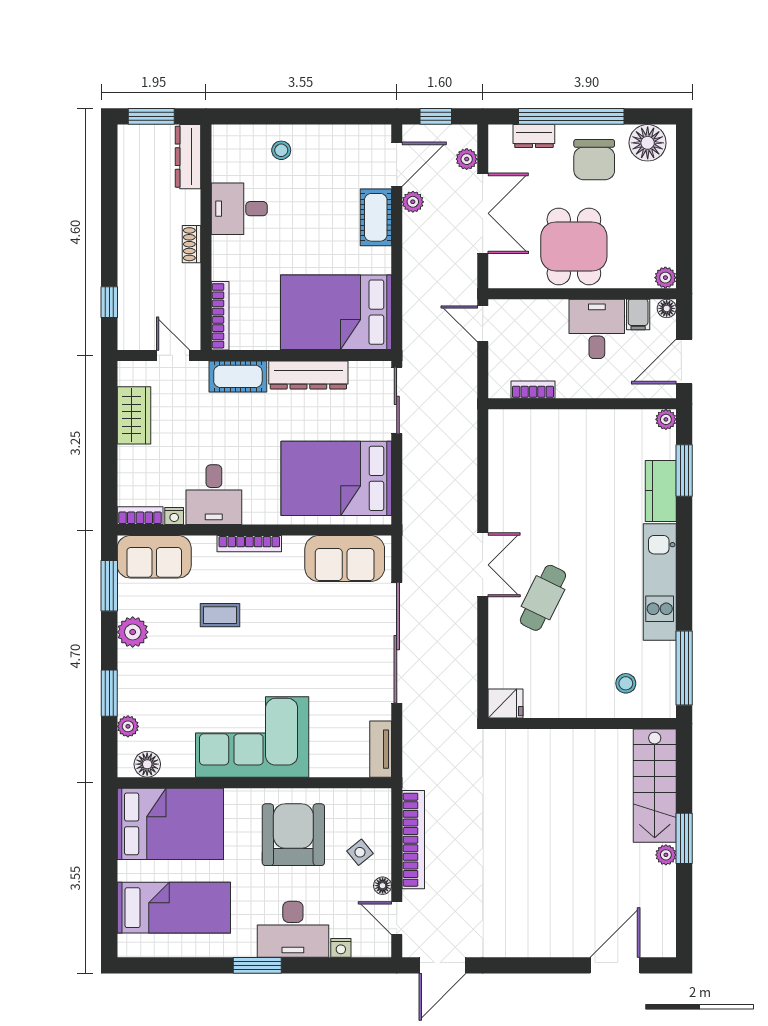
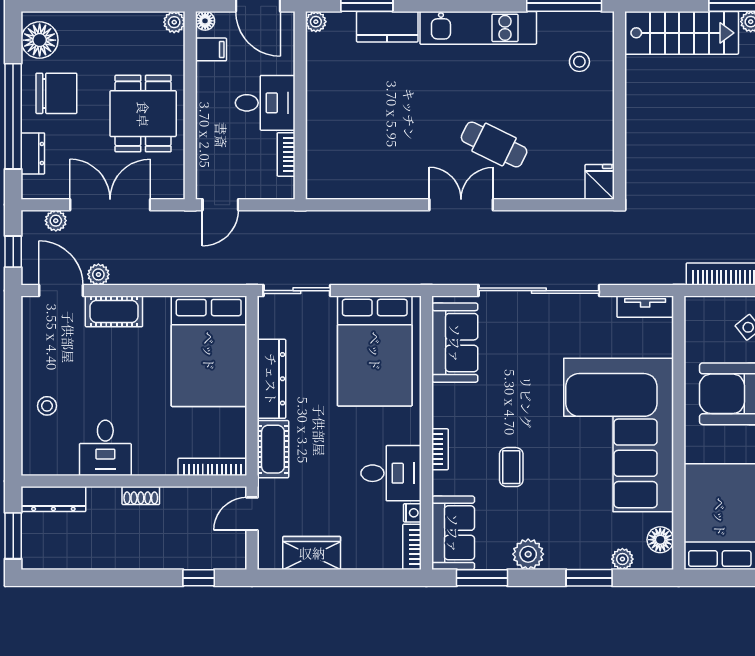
dining table: (574, 246) -> (143, 114), turned 90
desk: (597, 329) -> (265, 103), moved, turned 180
bookcase: (249, 544) -> (440, 449), width x0.64
corner sofa: (252, 737) -> (619, 435), width x1.36, depth x1.36

